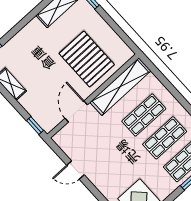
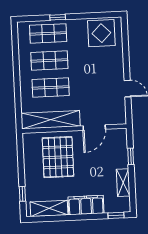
filing cabinet: (27, 37) -> (86, 205), added
window: (35, 126) -> (131, 156), moved

